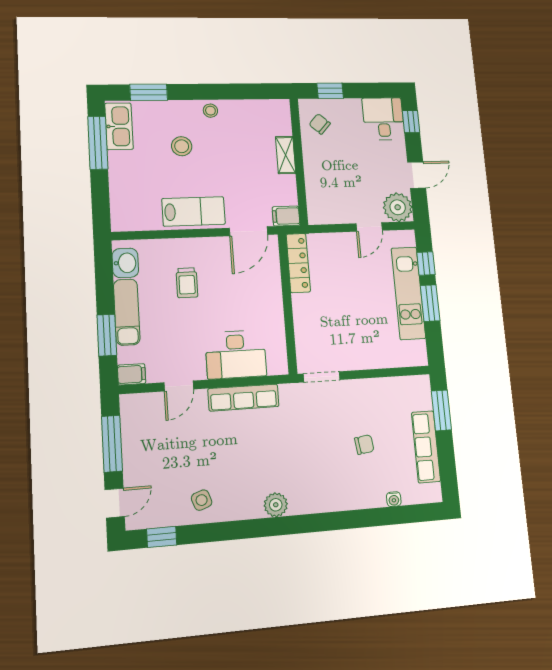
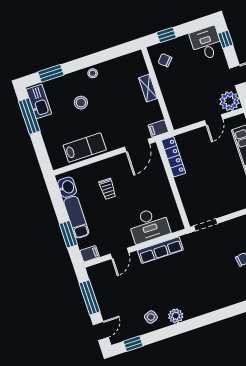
lab bench: (194, 211) -> (85, 148), moved
plant: (276, 505) -> (176, 316), moved

